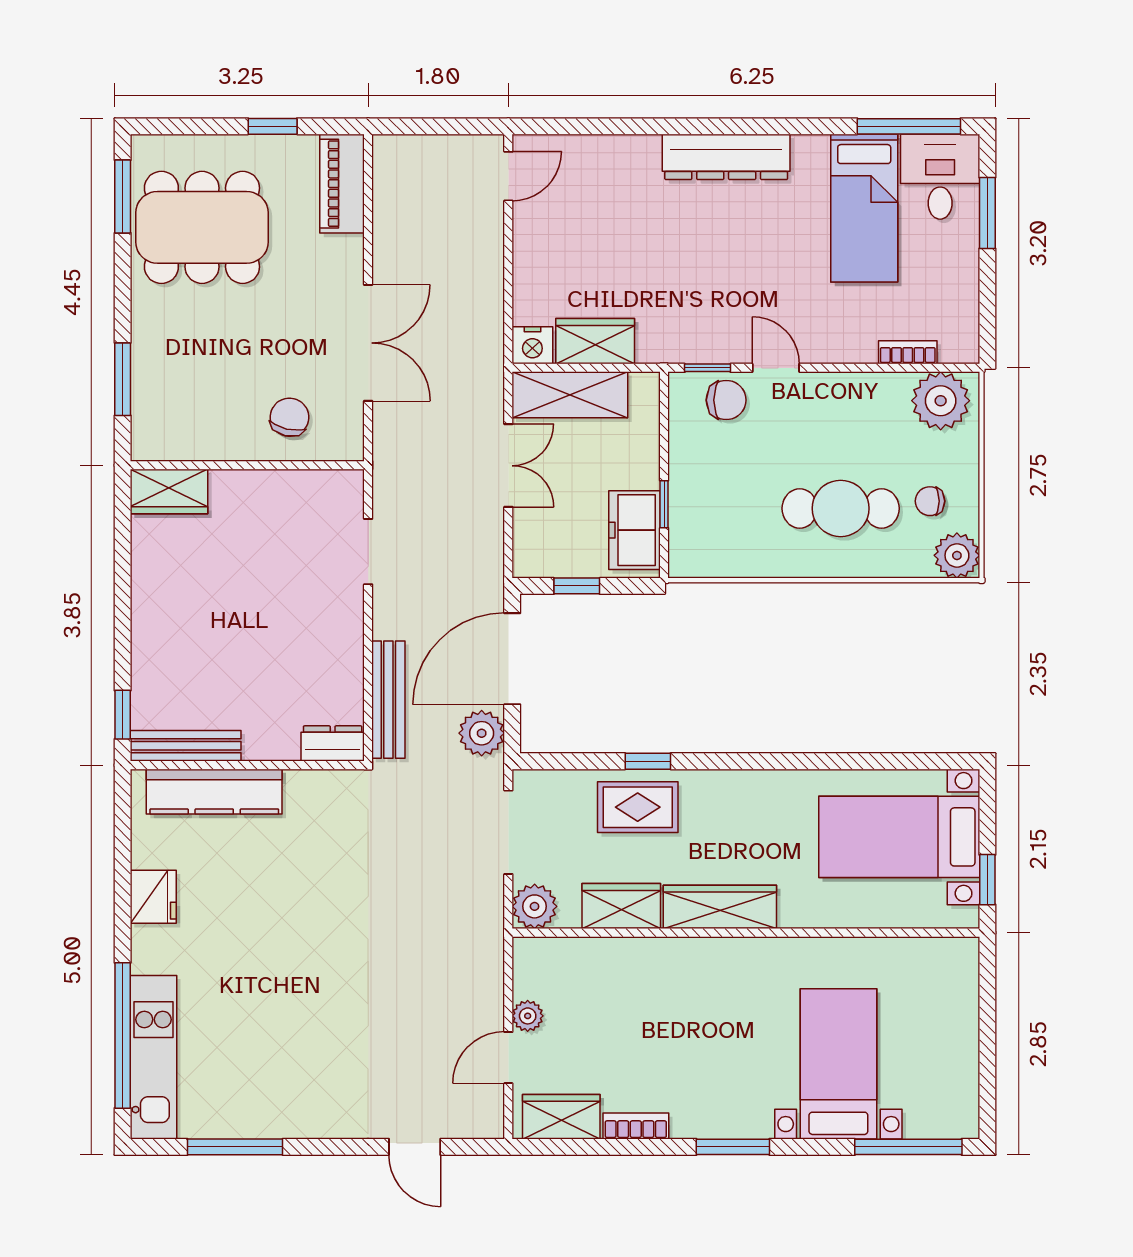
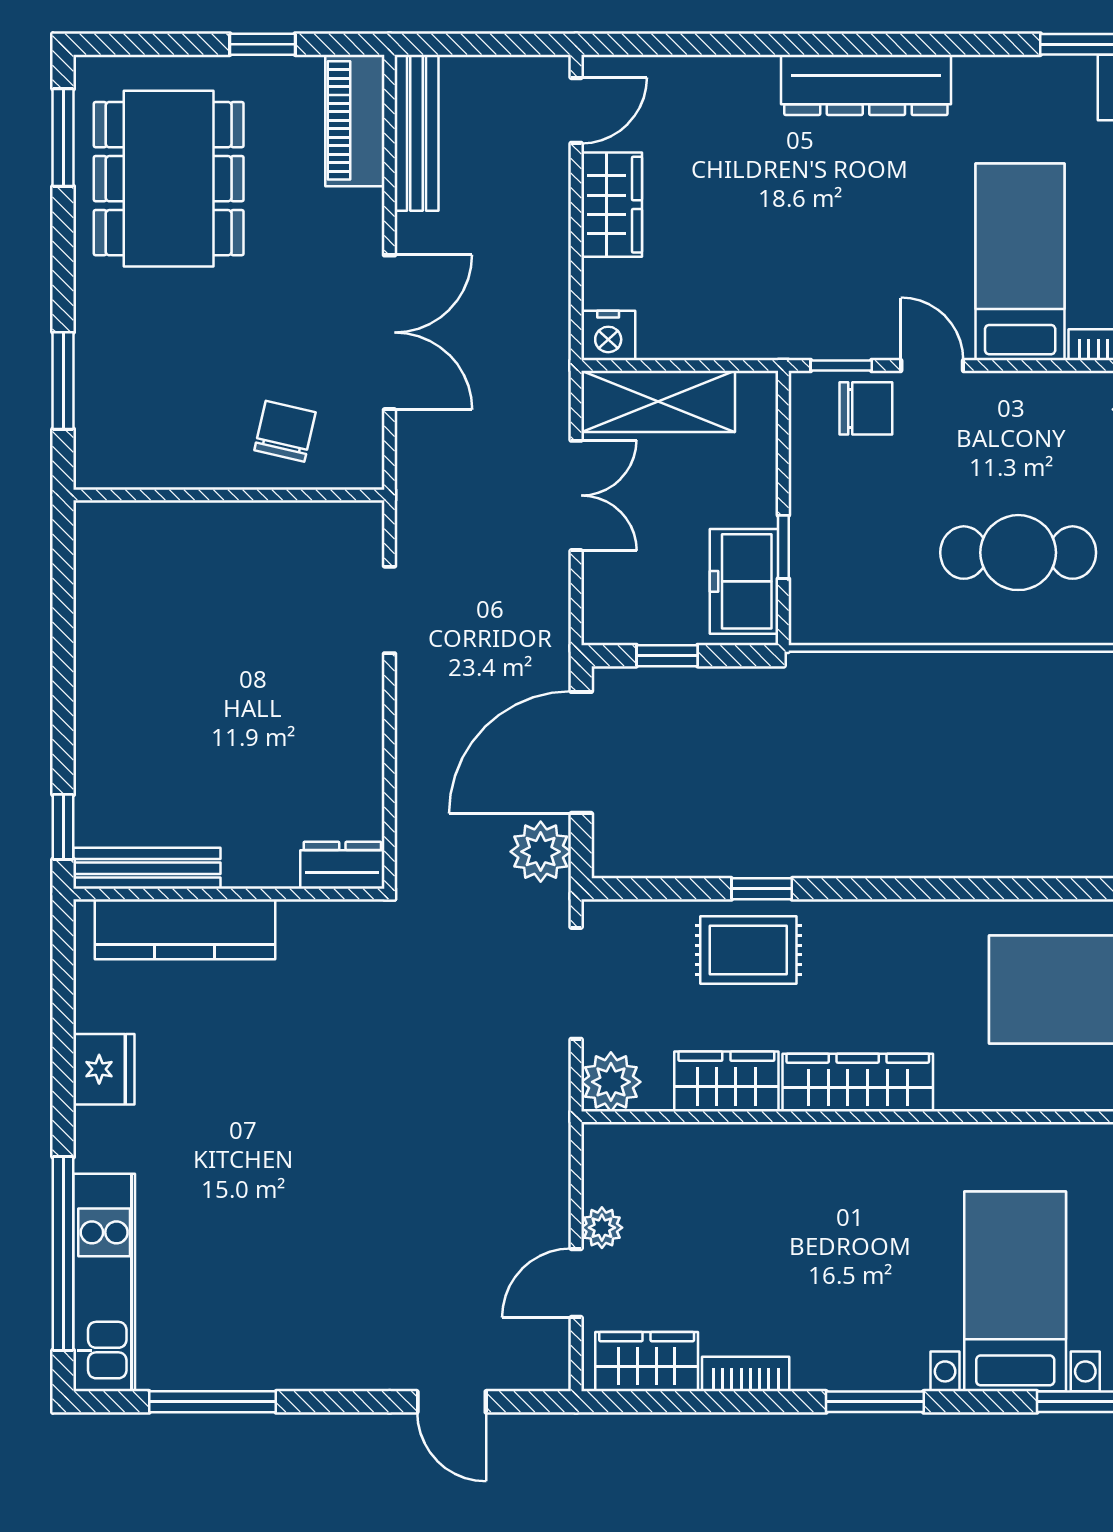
bed: (864, 208) -> (1020, 262), moved, turned 180
dining table: (202, 227) -> (169, 179), turned 90
wardrobe: (595, 341) -> (612, 205), moved, turned 90
wardrobe: (169, 491) -> (125, 530), removed
bench: (388, 700) -> (417, 133), moved

